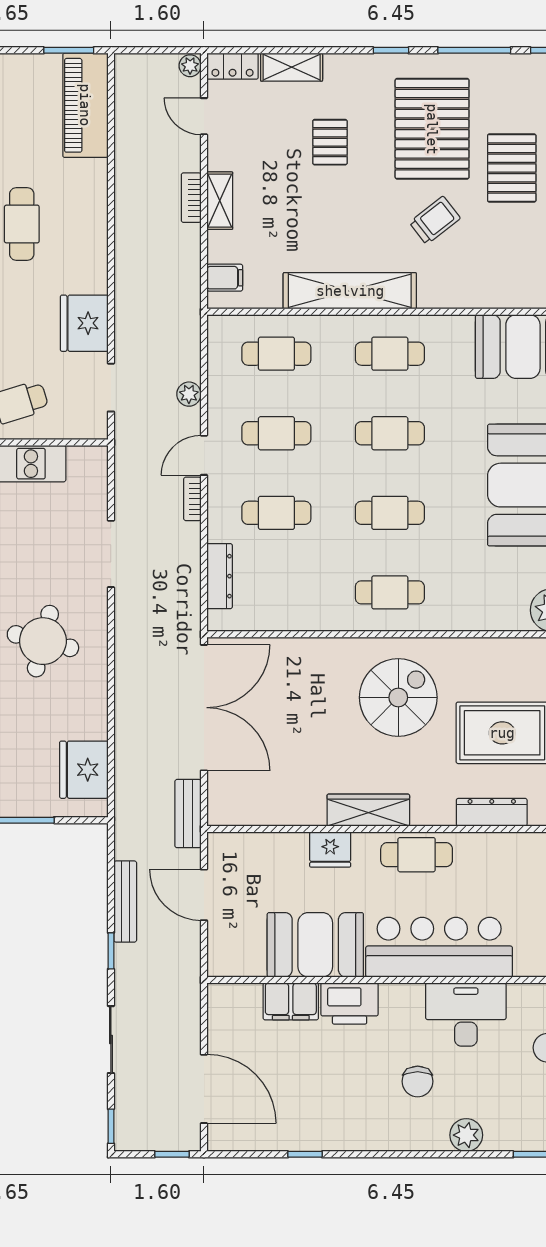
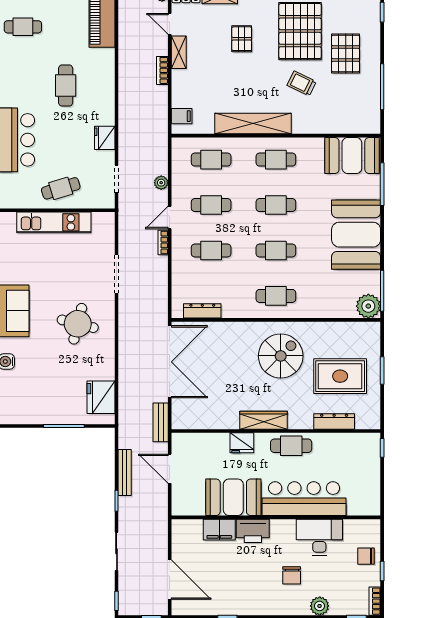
shelving: (220, 201) -> (179, 52), moved
trolley: (435, 220) -> (302, 83), turned -116
fridge: (84, 323) -> (105, 138), width x0.73, depth x0.75
dresser: (220, 576) -> (202, 311), moved, turned -90

